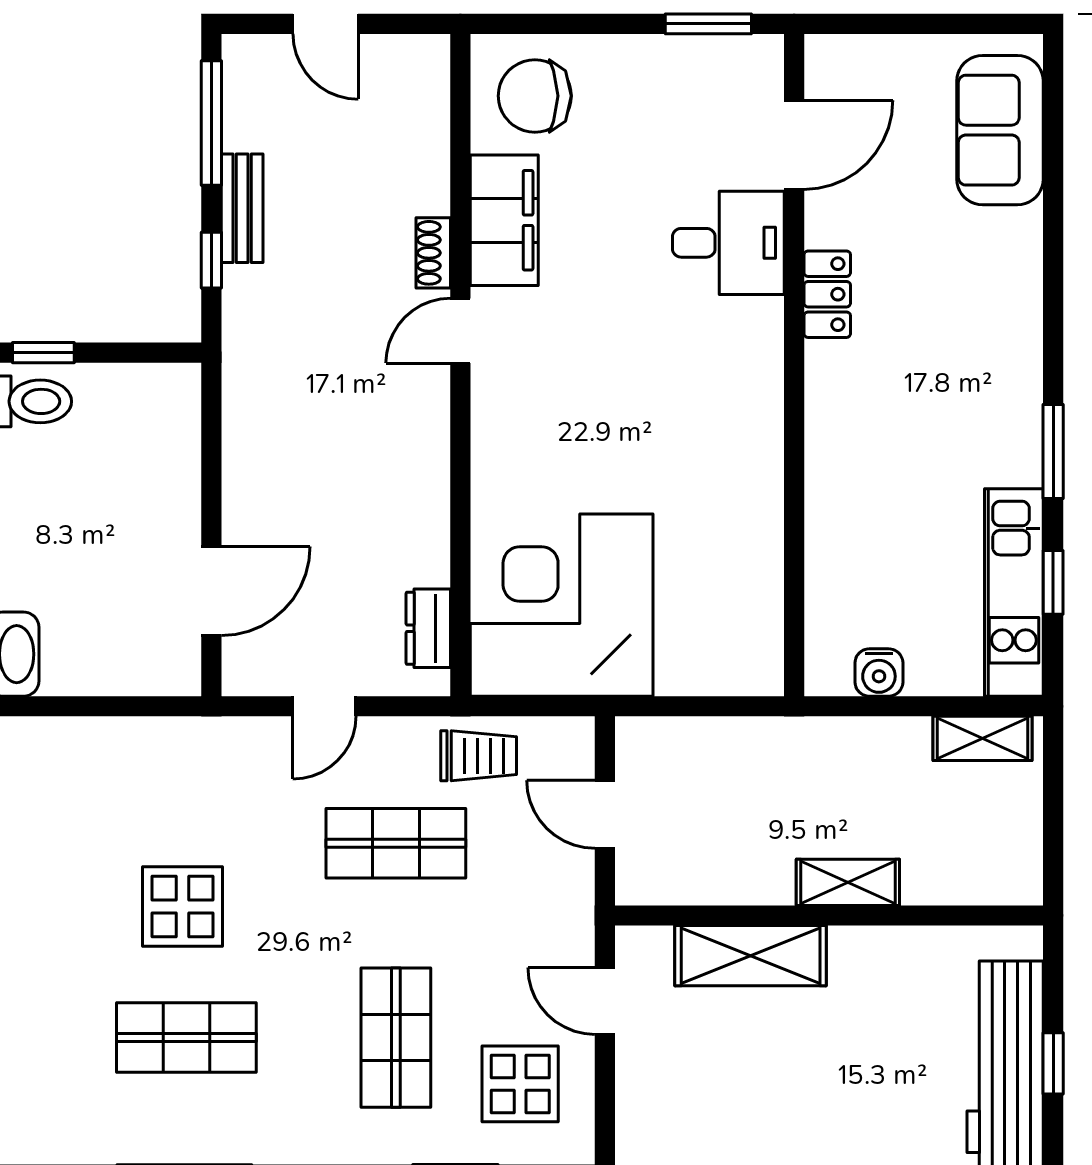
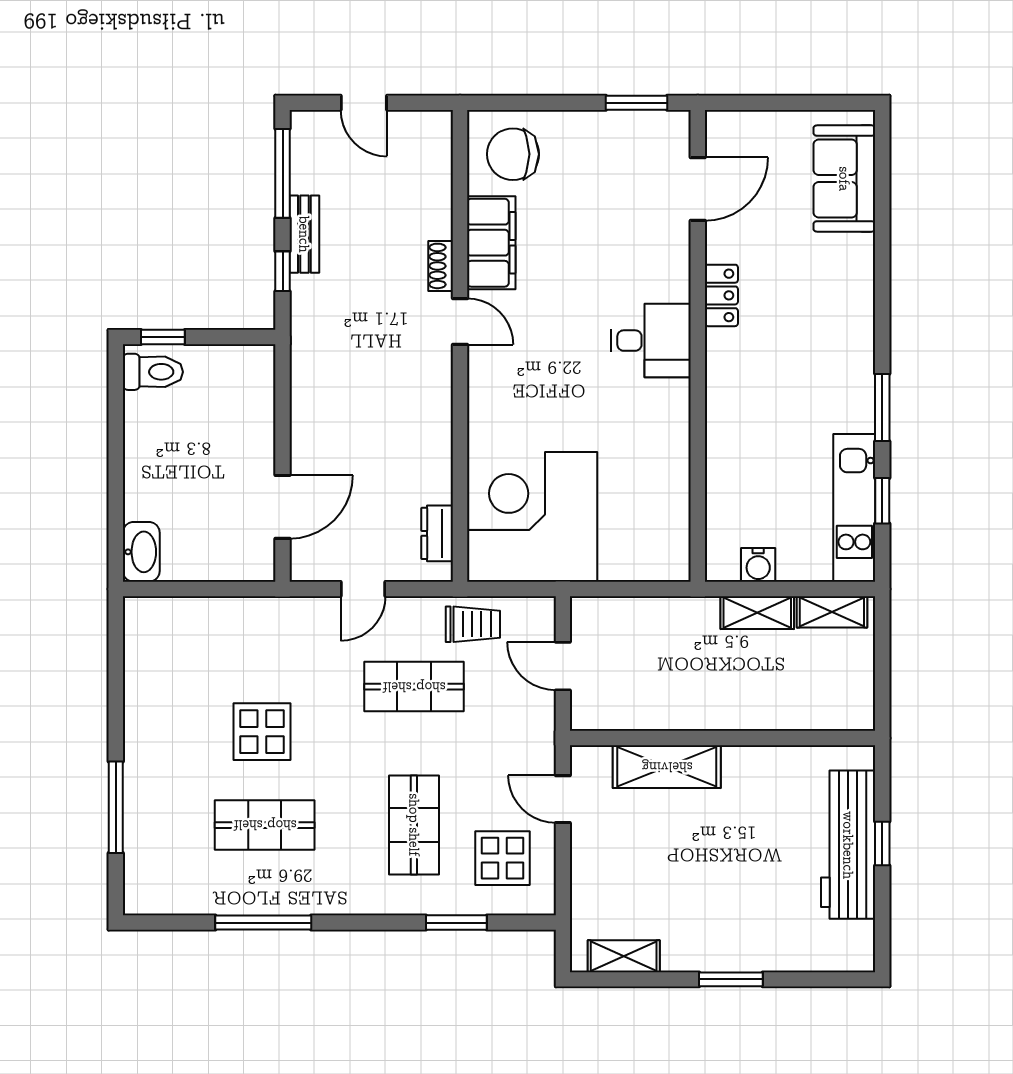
desk: (728, 243) -> (651, 341), moved
door: (460, 331) -> (460, 321), swing flipped
shelving: (848, 882) -> (757, 613), moved

